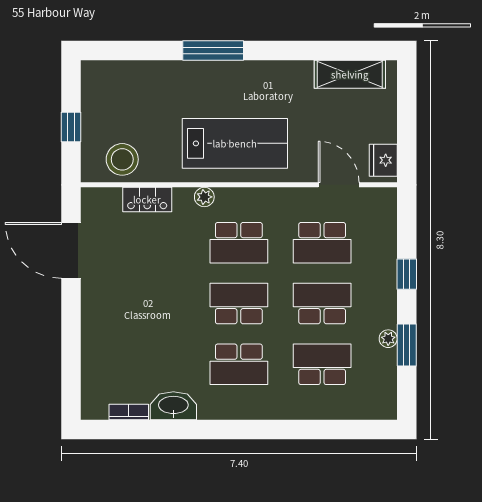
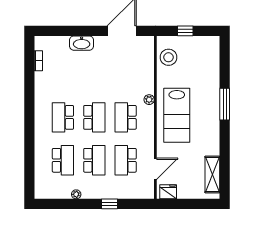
locker: (147, 199) -> (148, 70), removed
window: (407, 345) -> (73, 204), removed
washbasin: (173, 406) -> (82, 43), moved, turned 90

